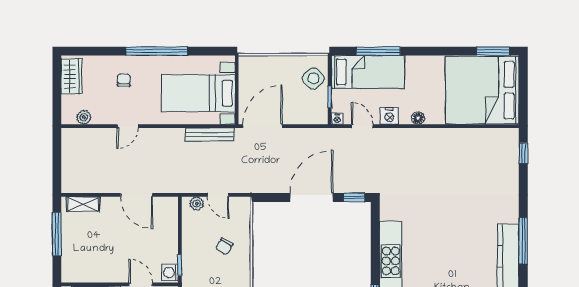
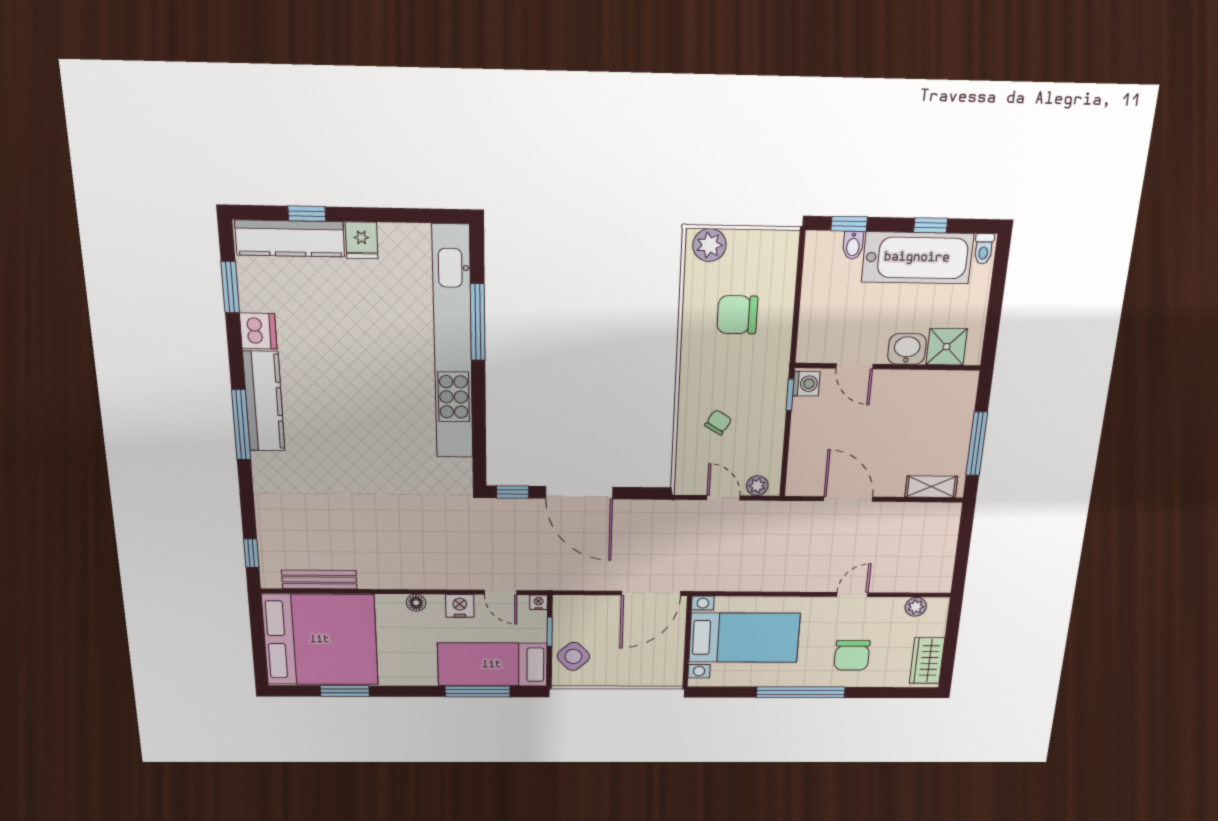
window: (493, 51) -> (345, 691), moved
chair: (124, 80) -> (852, 655), width x1.87, depth x1.87
bench: (210, 135) -> (319, 580), moved
door: (311, 197) -> (579, 493), hinge flipped

